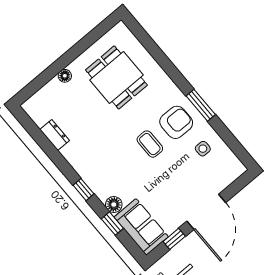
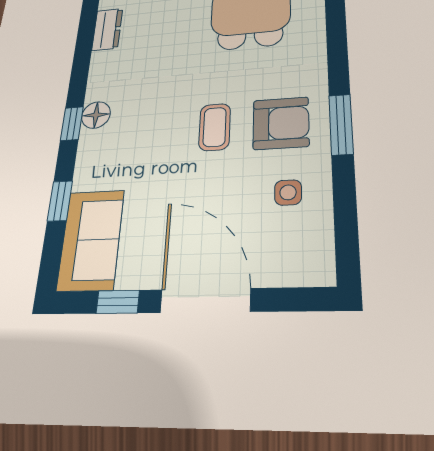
floor lamp: (114, 205) -> (96, 115), moved
door: (206, 212) -> (205, 301), swing flipped

